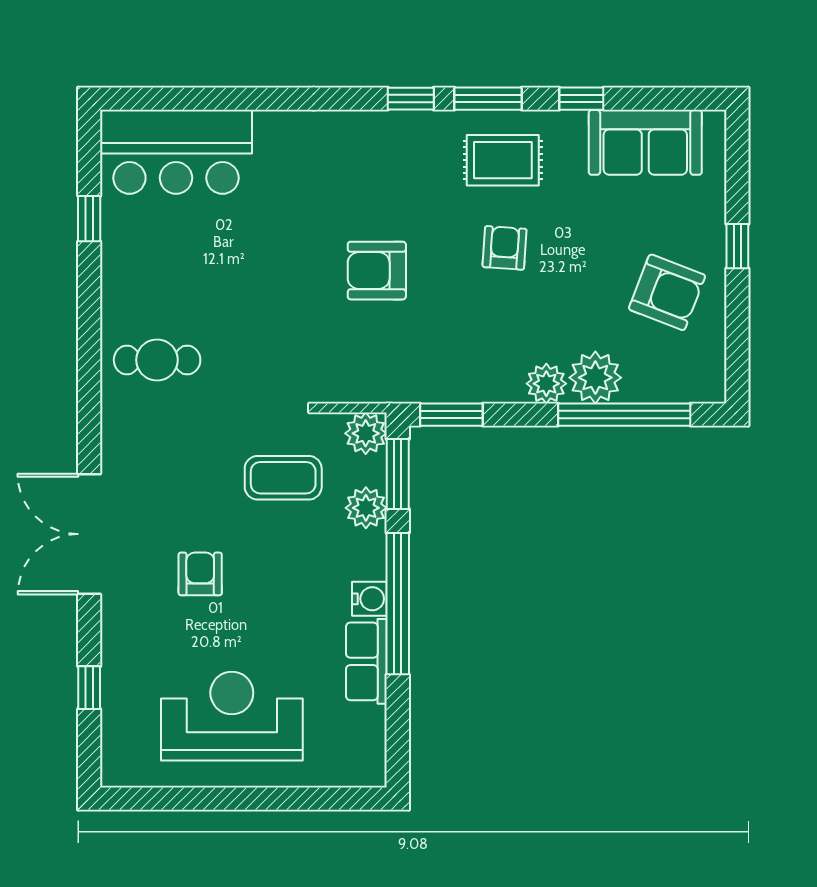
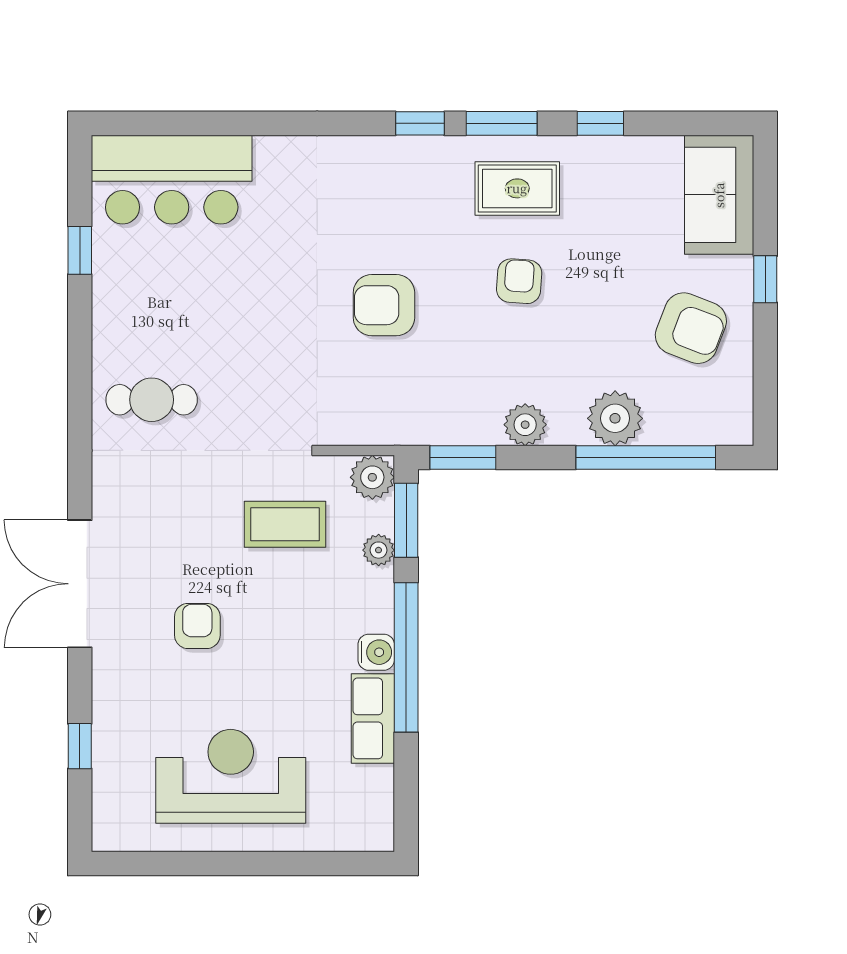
sofa: (645, 142) -> (719, 195), moved, turned 90
plant: (546, 384) -> (525, 425), moved
plant: (366, 508) -> (379, 550), width x0.73, depth x0.73

